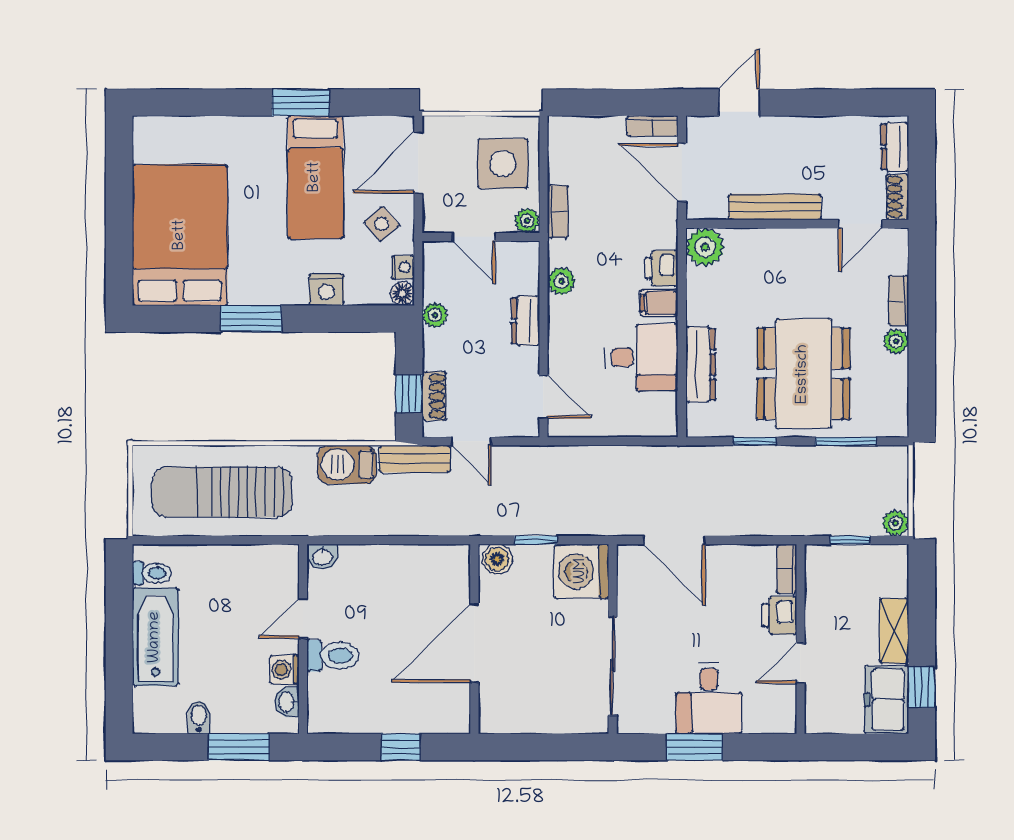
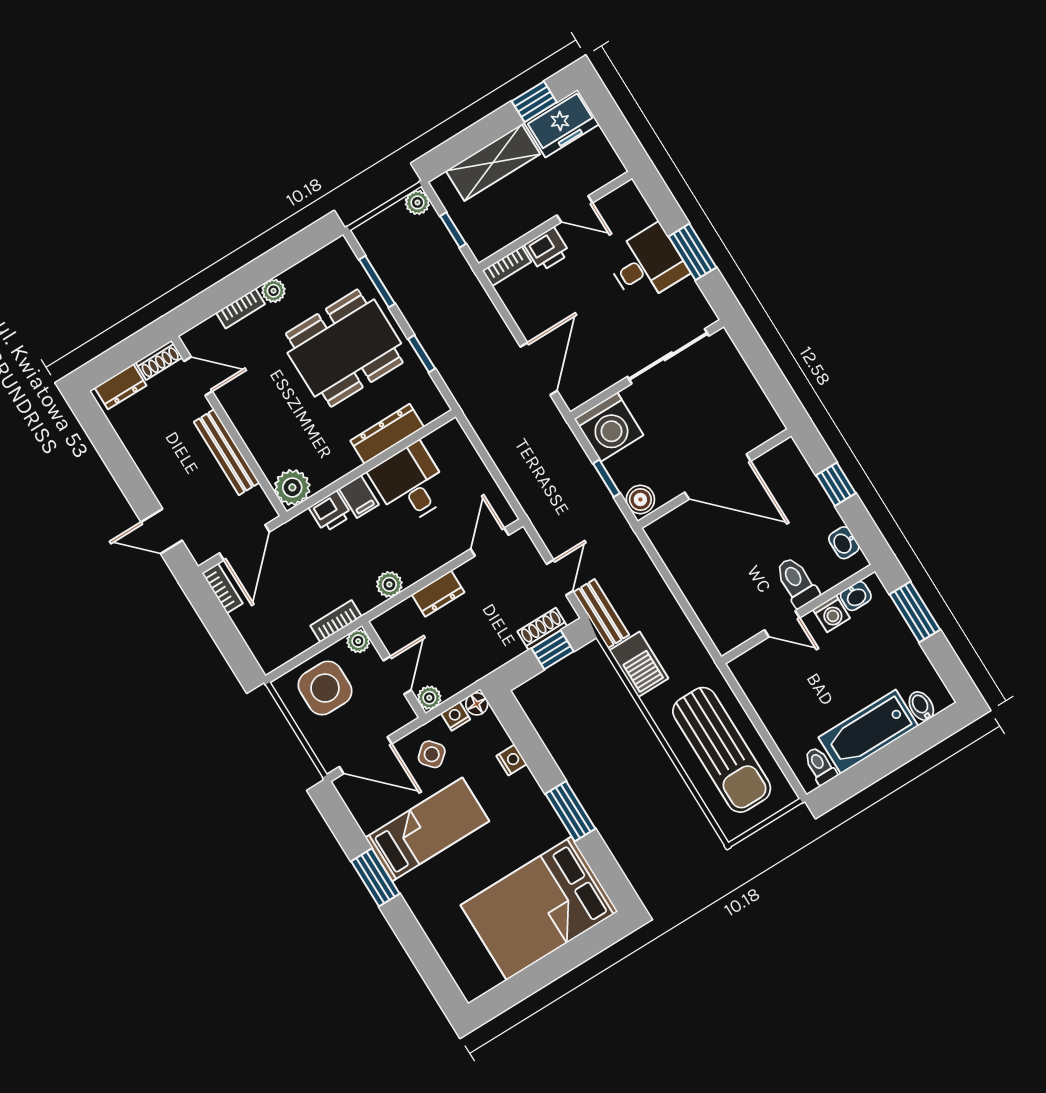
nightstand: (327, 290) -> (512, 760), width x0.72, depth x0.74
plant: (435, 315) -> (429, 698), moved
washbasin: (323, 557) -> (844, 543), moved, turned 180
shelving: (894, 631) -> (493, 163), width x1.50, depth x1.33
bidet: (199, 717) -> (921, 706), moved, turned 90

